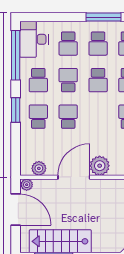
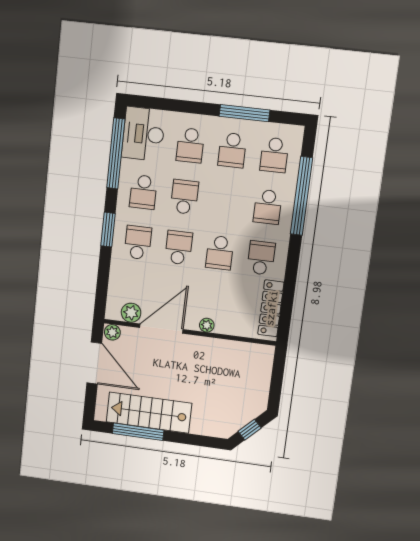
school desk: (98, 80) -> (220, 253), moved
plant: (100, 166) -> (207, 325), width x0.53, depth x0.53
door: (74, 177) -> (161, 329), moved

